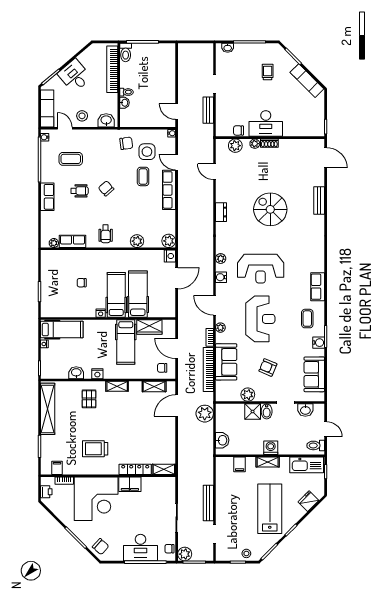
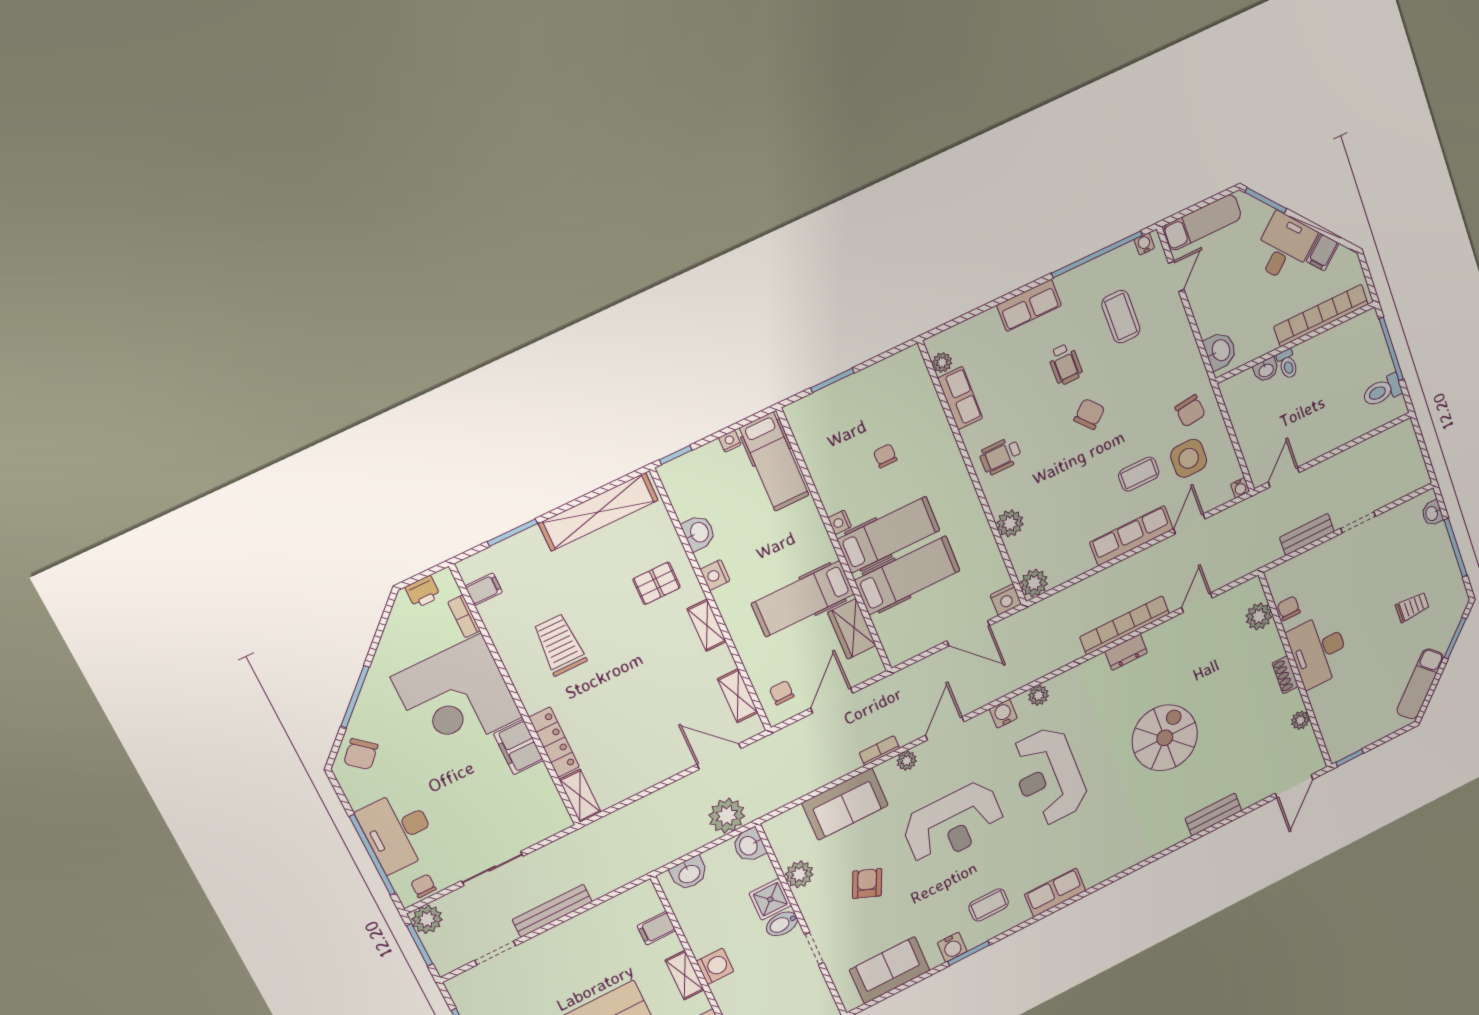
toilet: (126, 52) -> (1382, 391), moved
filing cabinet: (85, 59) -> (1323, 252), added
stool: (82, 116) -> (1212, 299), removed
plant: (255, 144) -> (1300, 720), moved
bookcase: (208, 369) -> (1125, 625), moved
washbasin: (305, 410) -> (749, 845), moved

